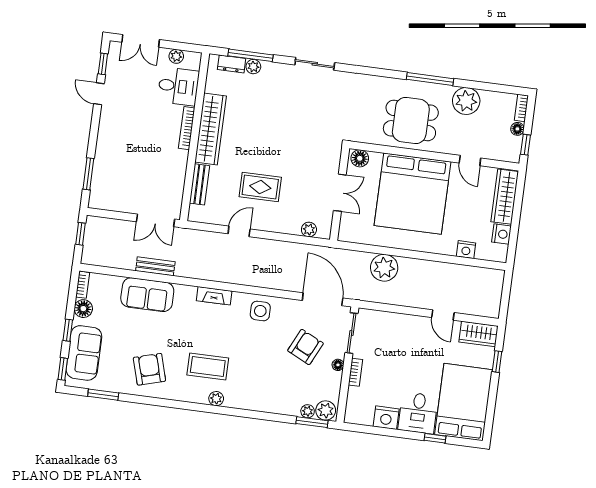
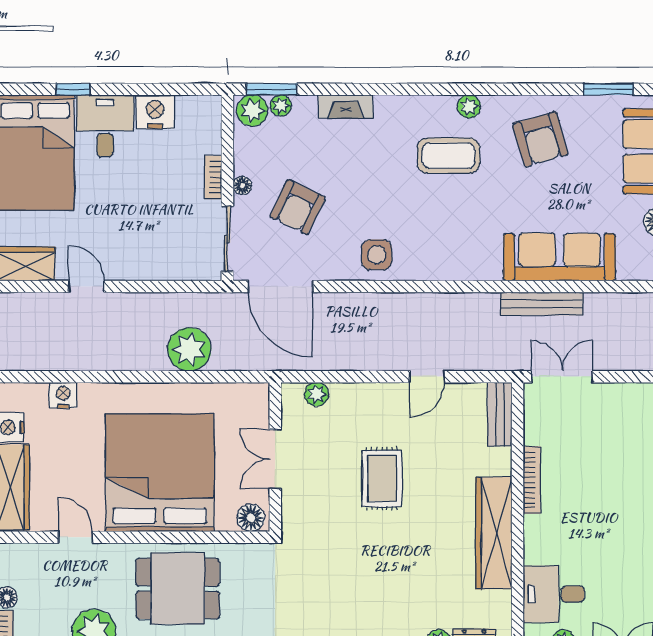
bookcase: (187, 128) -> (532, 480), moved
bench: (199, 184) -> (500, 414), moved
rug: (260, 187) -> (382, 479), moved, turned 90
bench: (155, 266) -> (542, 304), width x1.36
sofa: (147, 295) -> (559, 257), width x1.36
fireplace: (214, 296) -> (346, 107), moved, turned 180
plant: (216, 399) -> (469, 106), moved

